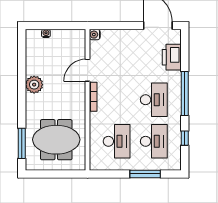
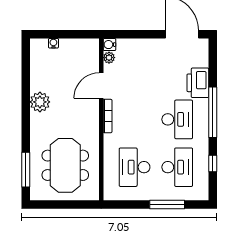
plant: (94, 46) -> (109, 58), added
printer: (172, 57) -> (198, 83), moved
meeting table: (56, 140) -> (65, 165), turned 90
desk: (117, 141) -> (135, 167), turned 180

